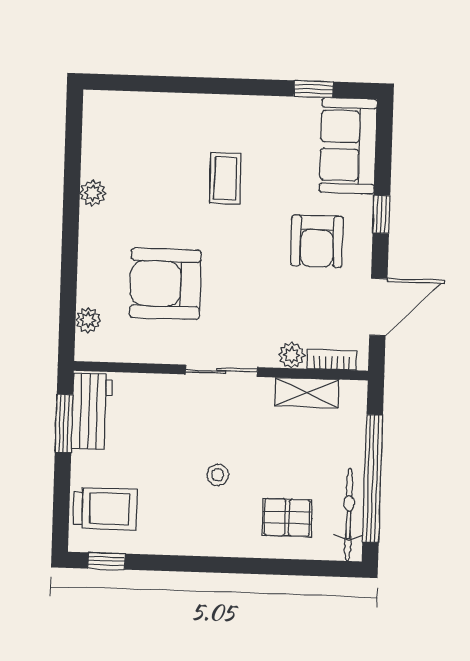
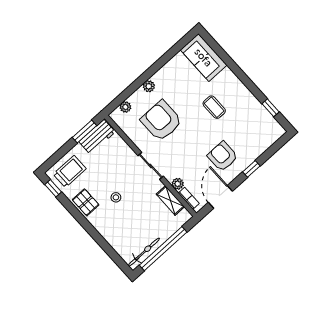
sofa: (348, 146) -> (204, 57), moved, turned -90
coffee table: (225, 178) -> (214, 107), turned 90
plant: (93, 193) -> (149, 86), moved
armchair: (317, 241) -> (223, 156), turned 90
door: (378, 307) -> (220, 197), swing flipped
trolley: (105, 509) -> (70, 171), turned -90
pallet: (287, 518) -> (86, 202), moved

